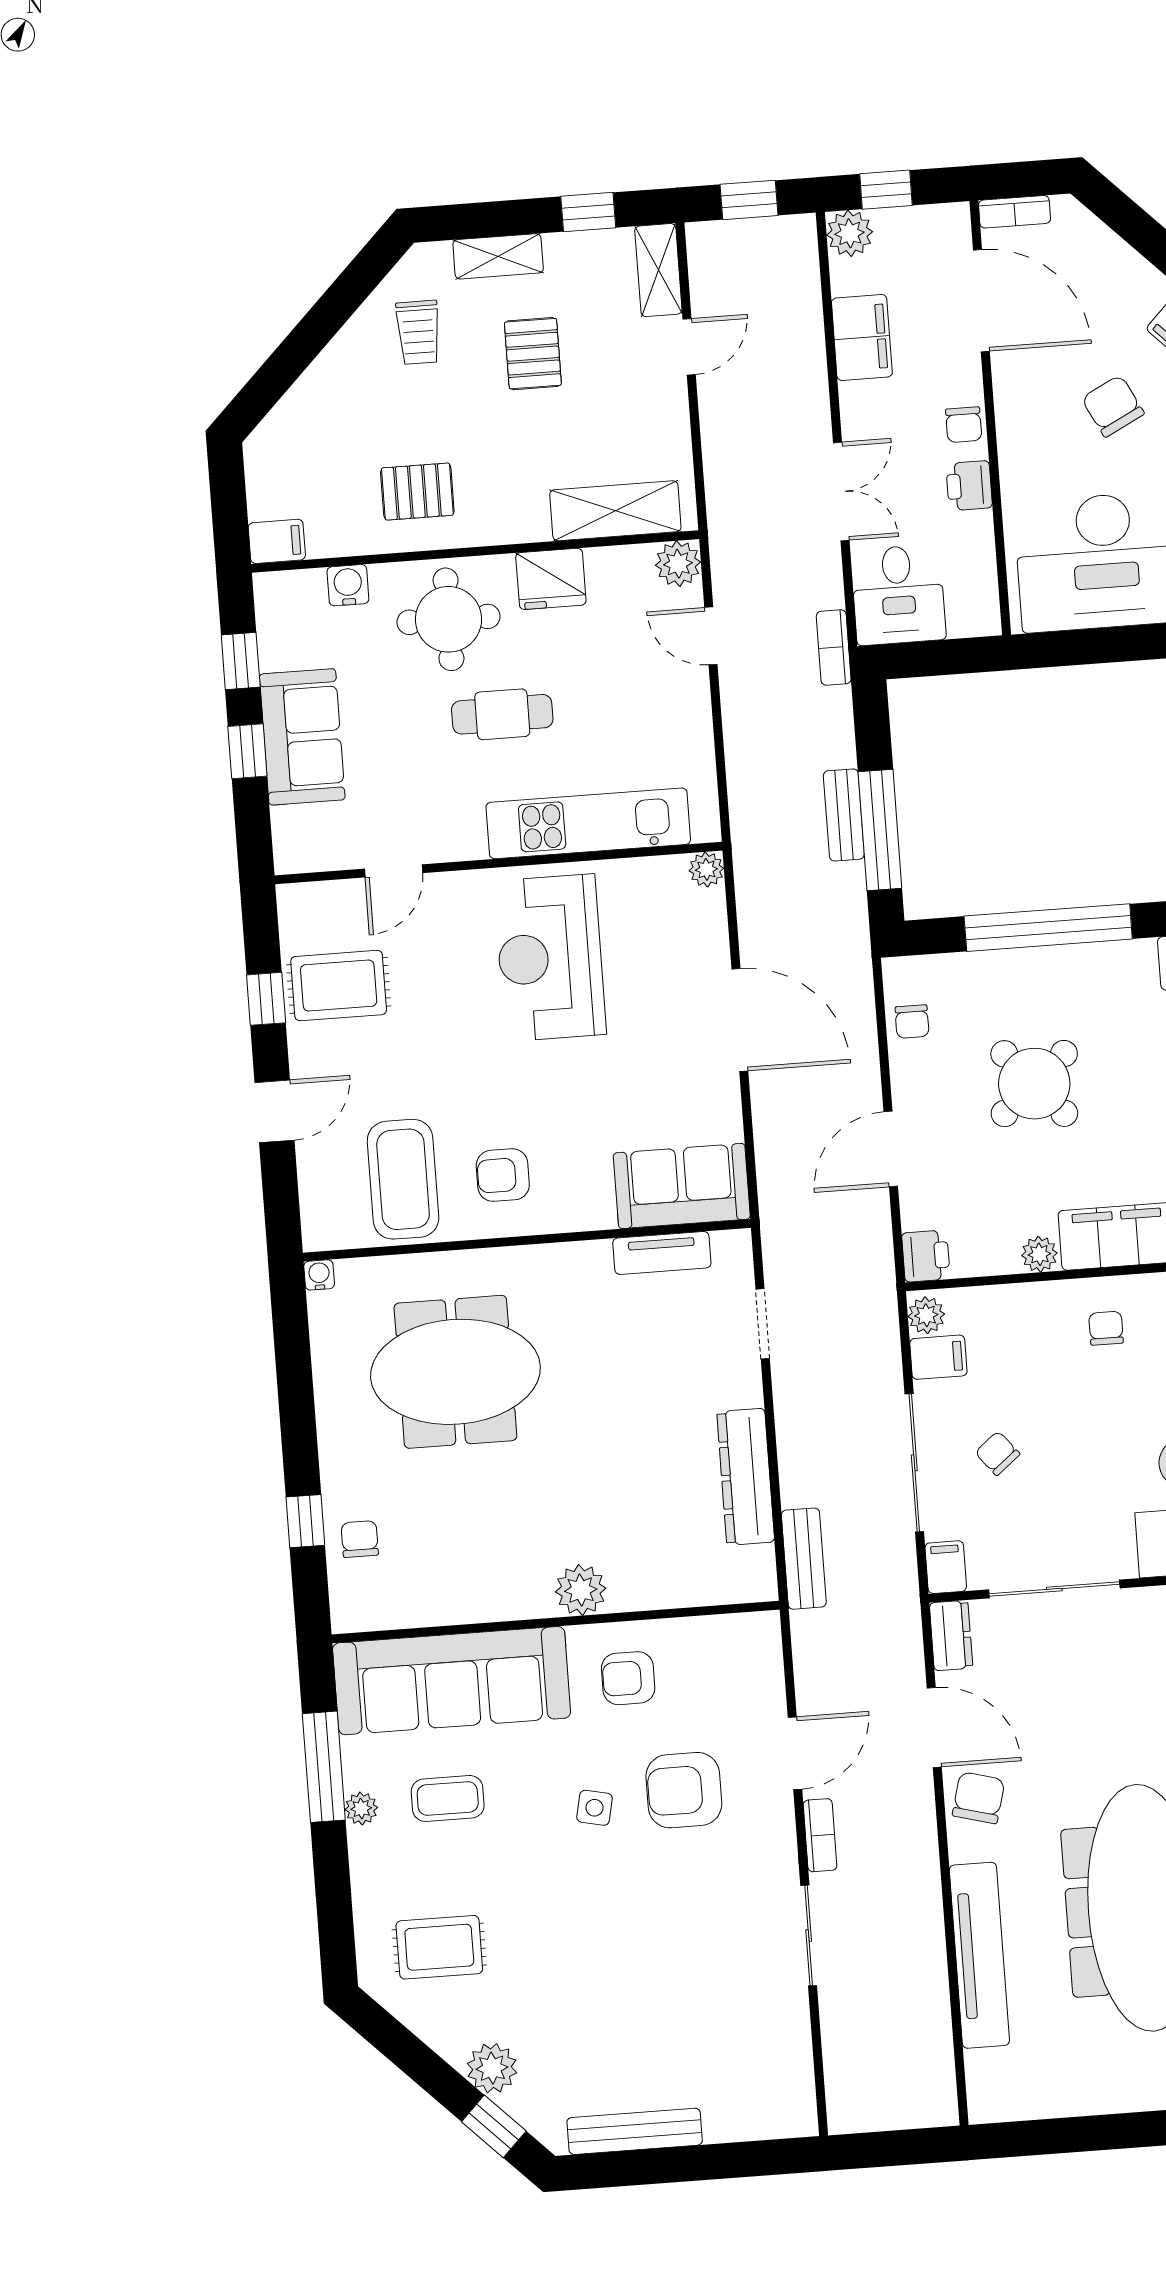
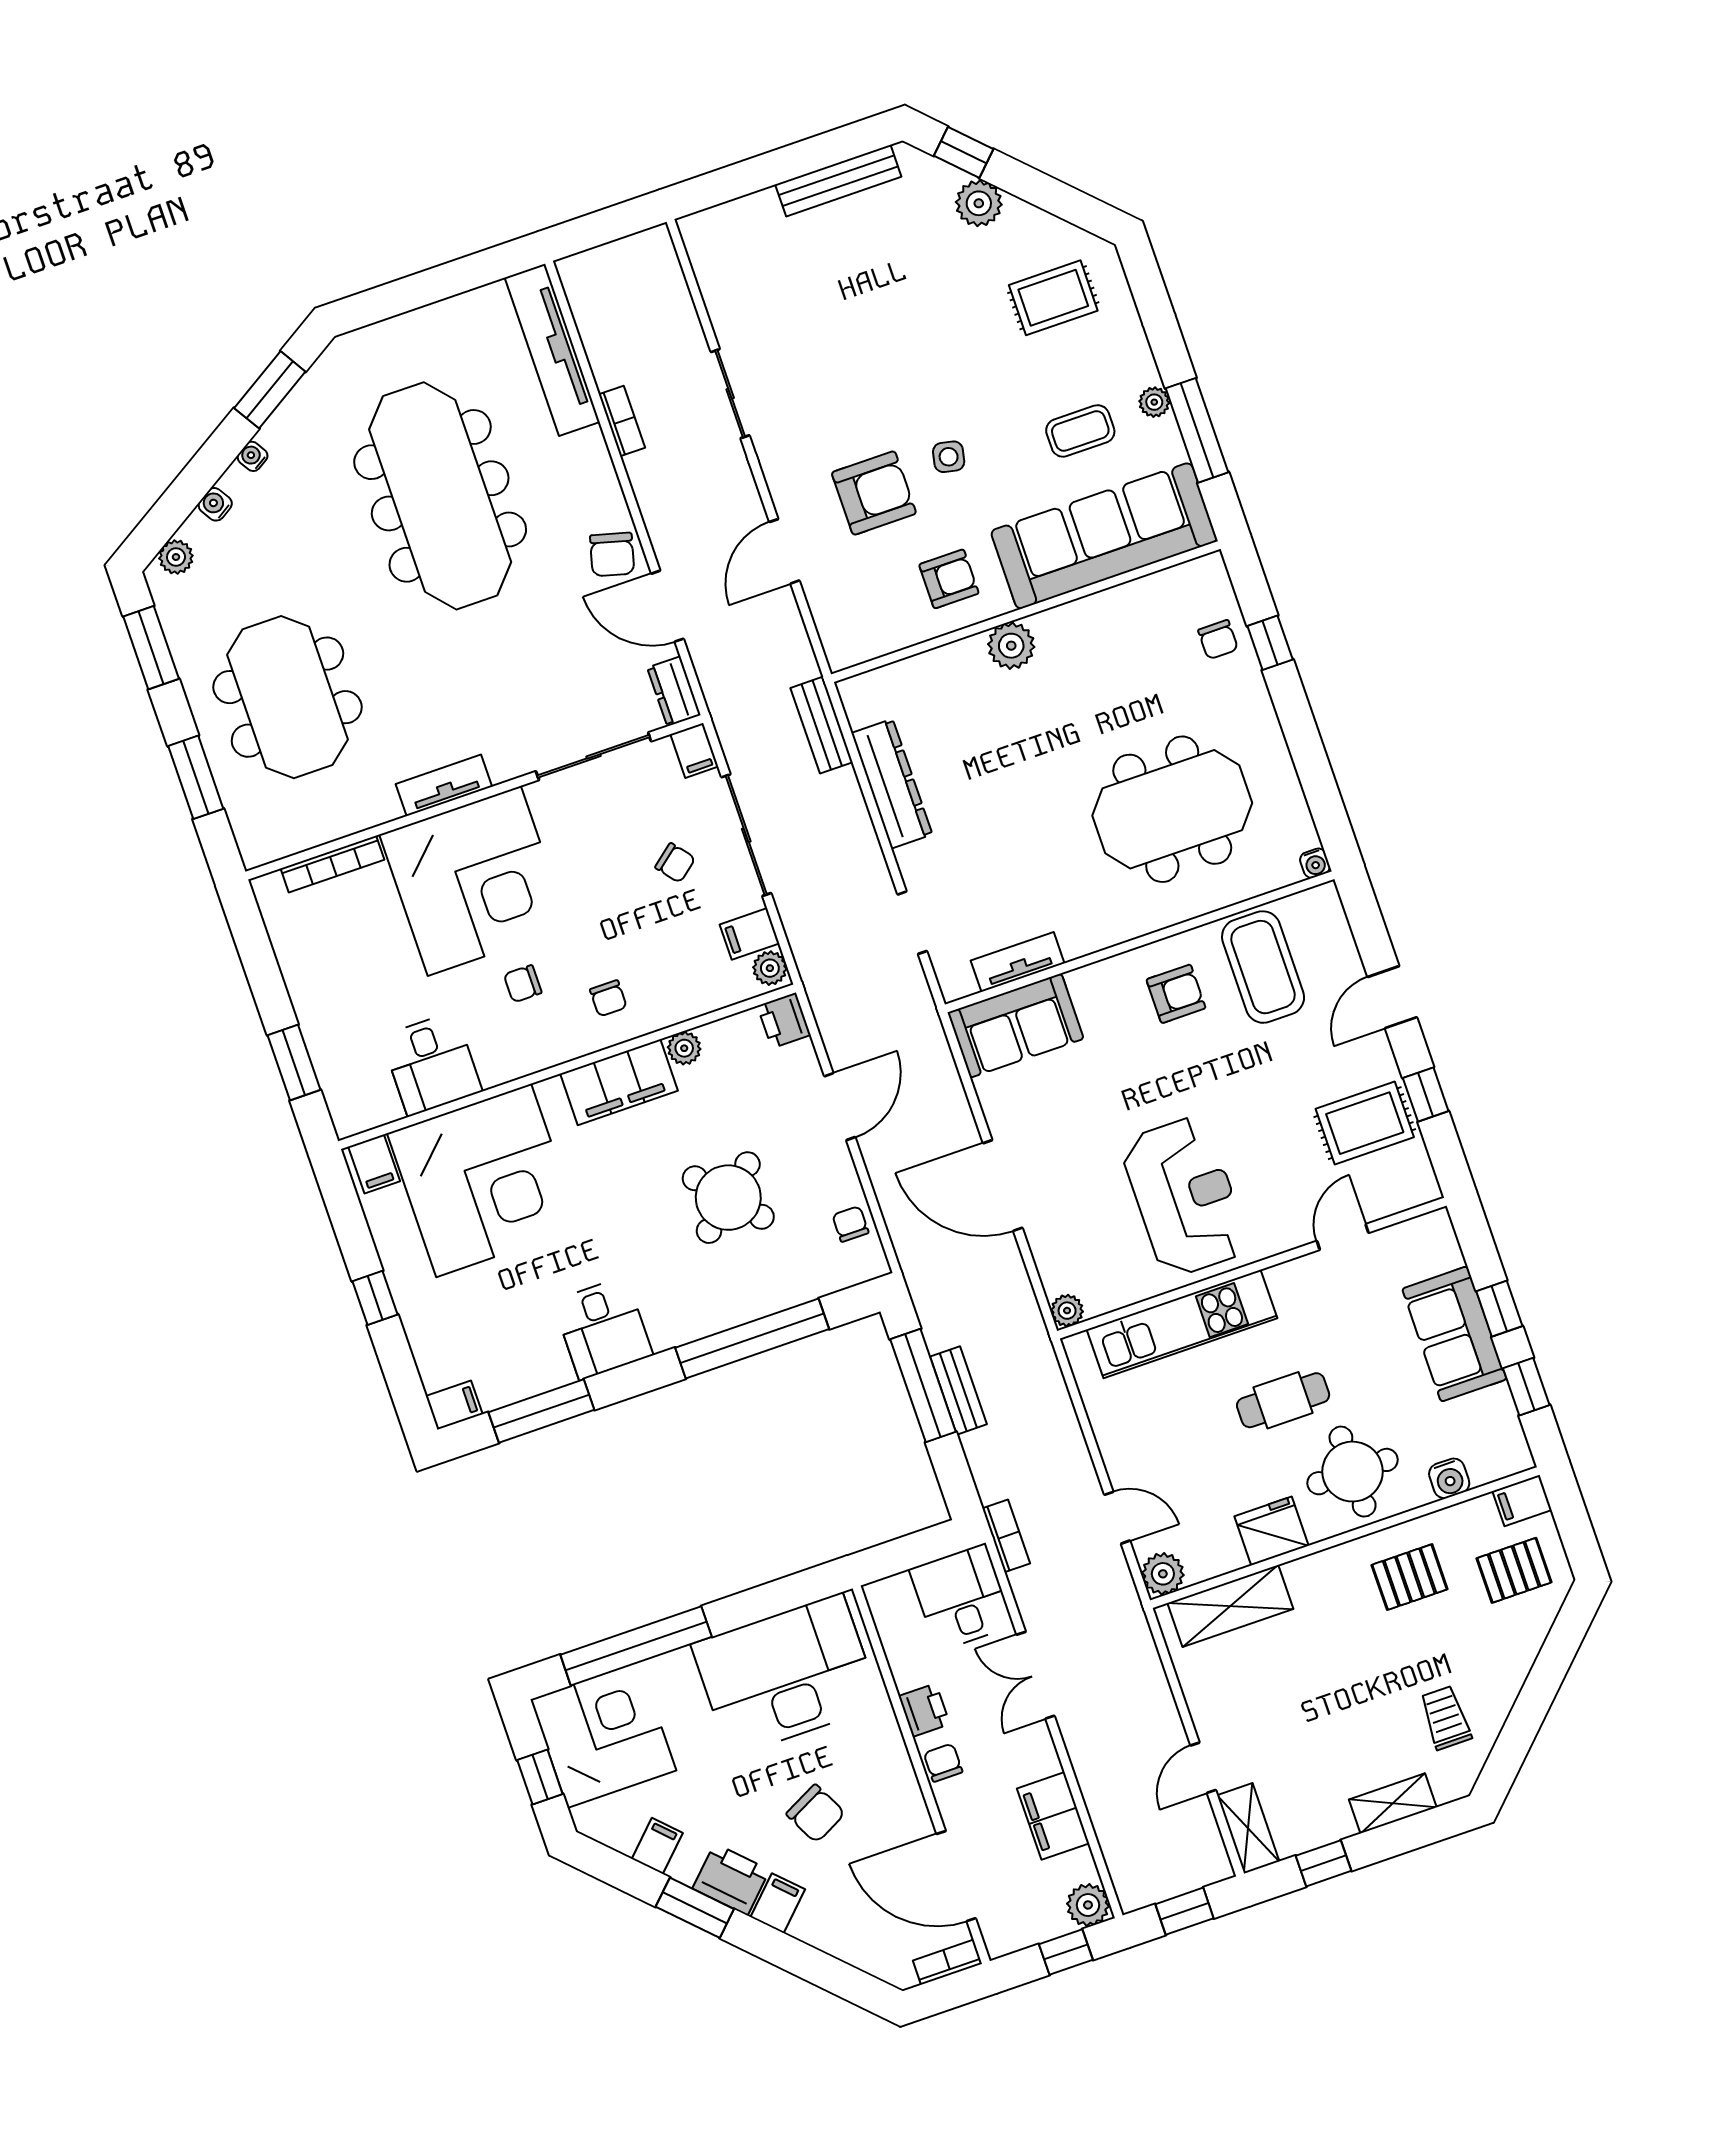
pallet: (533, 354) -> (1514, 1570), moved, turned 90
bookcase: (820, 1835) -> (622, 421), moved, turned 180
tv unit: (979, 1955) -> (552, 350), moved

